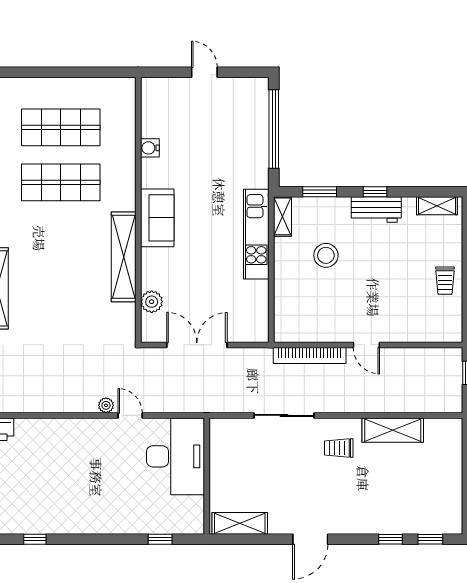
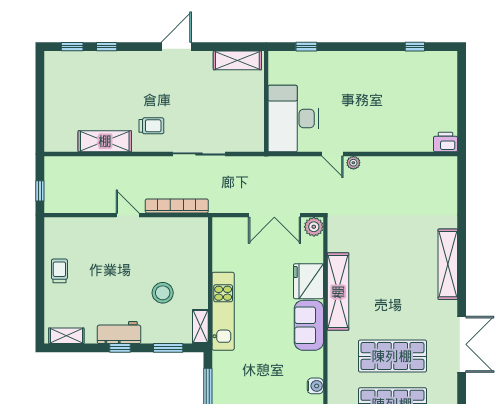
fridge: (158, 269) -> (309, 281), added
plant: (152, 302) -> (314, 227), moved

